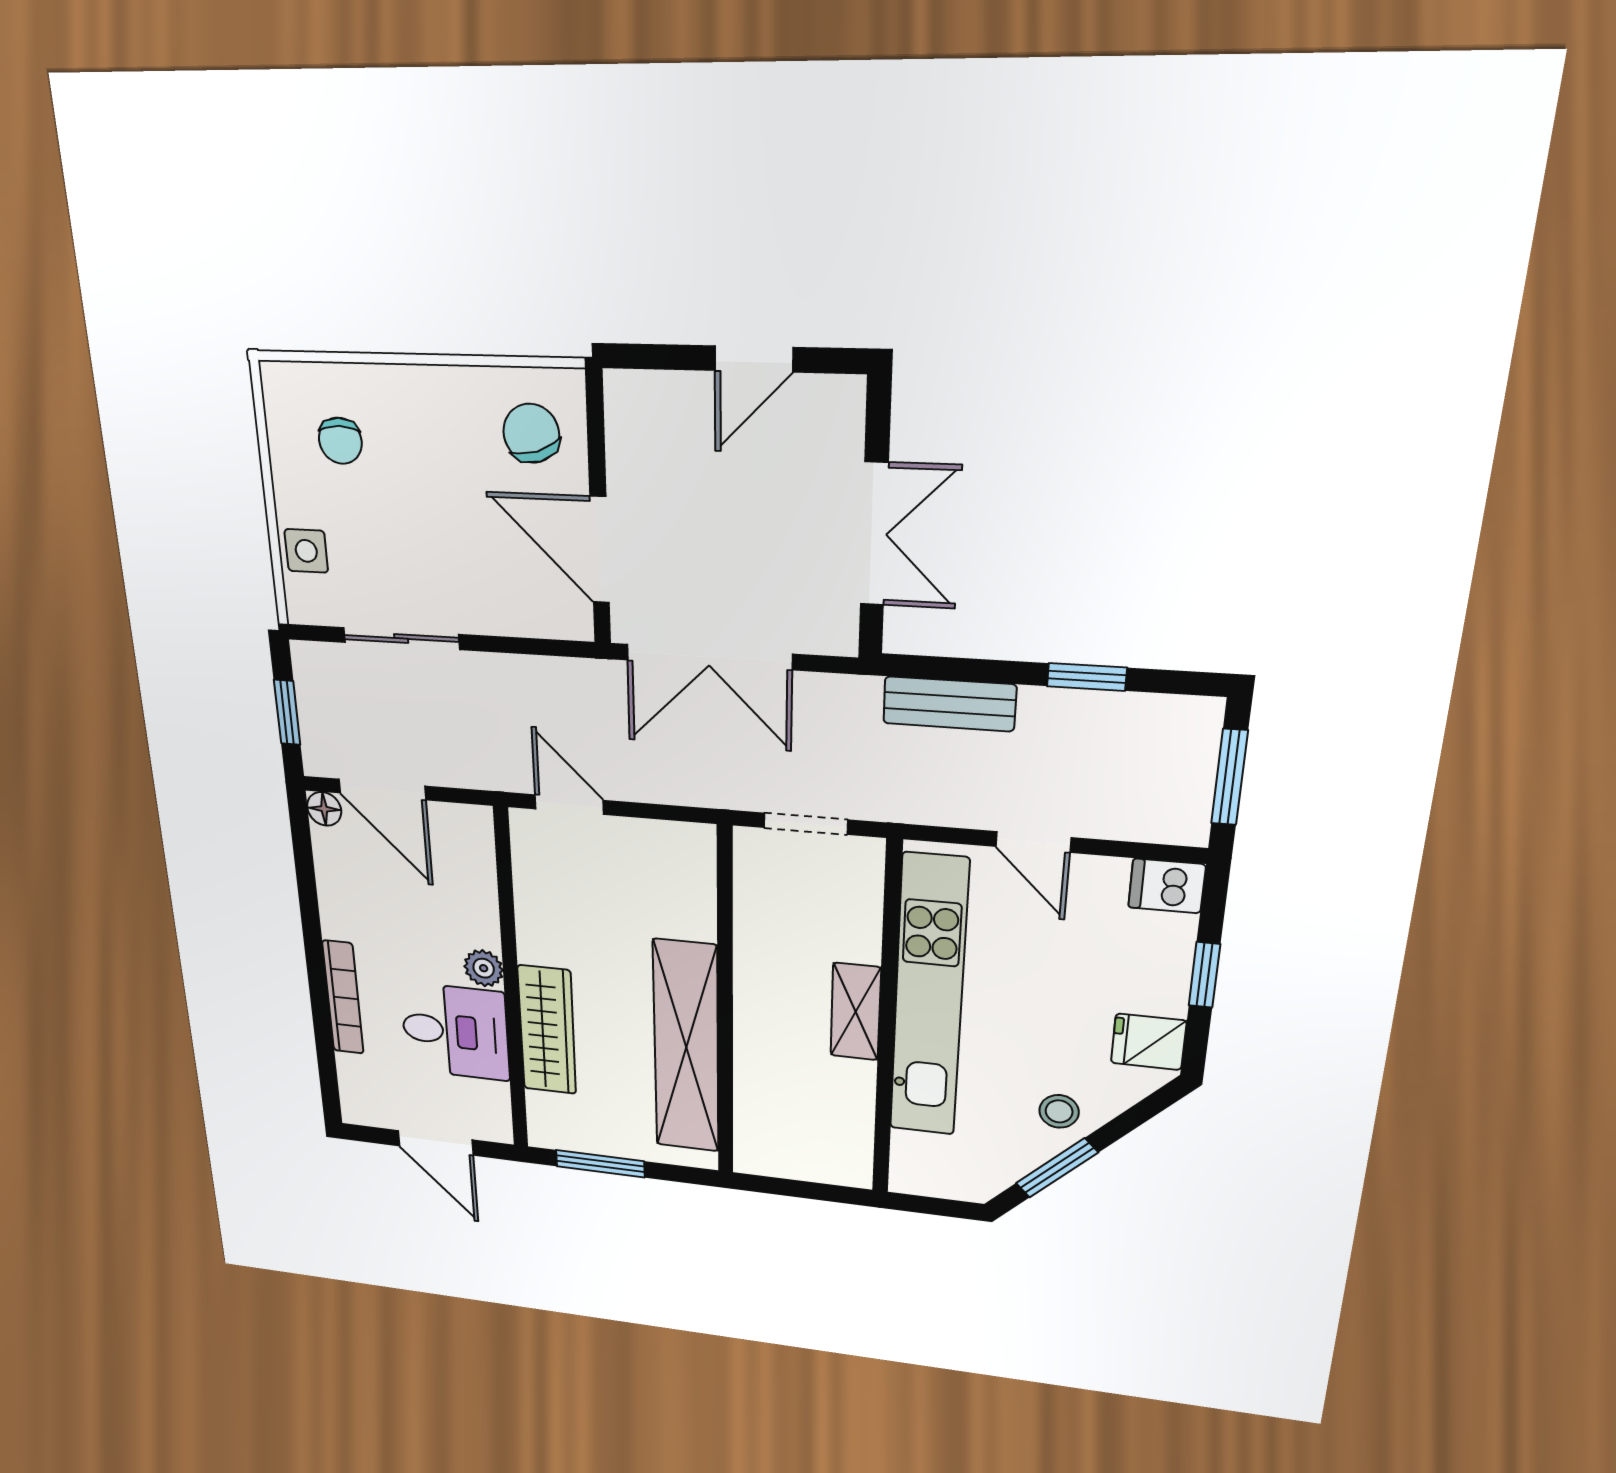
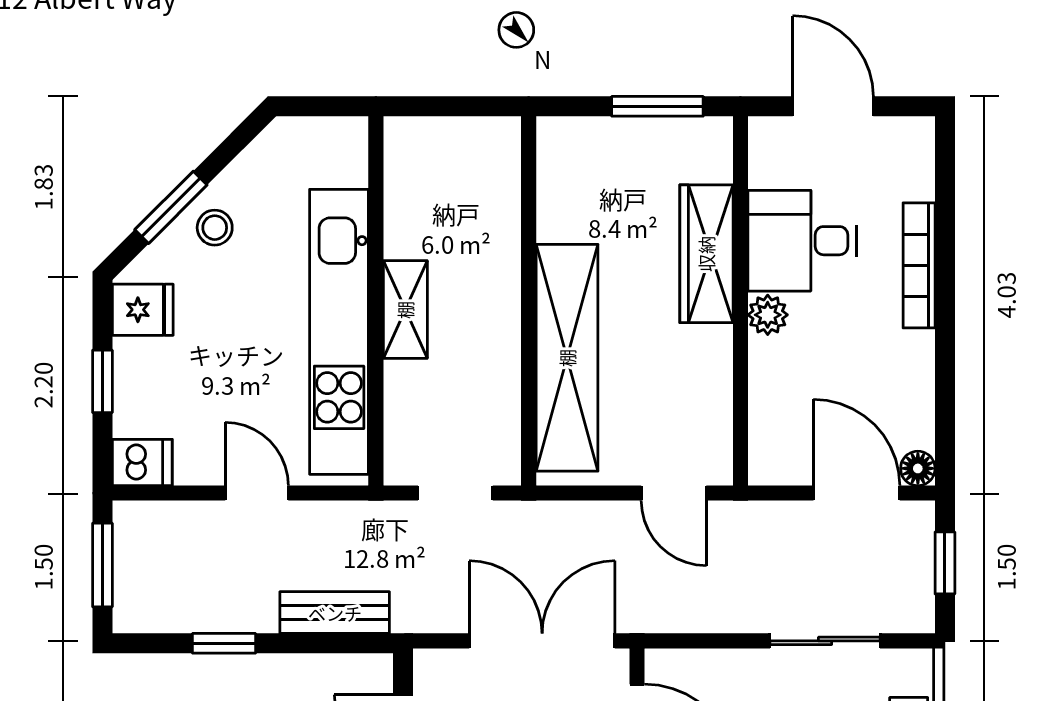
shelving: (686, 1047) -> (567, 358), moved
window: (1057, 1168) -> (171, 207), moved

